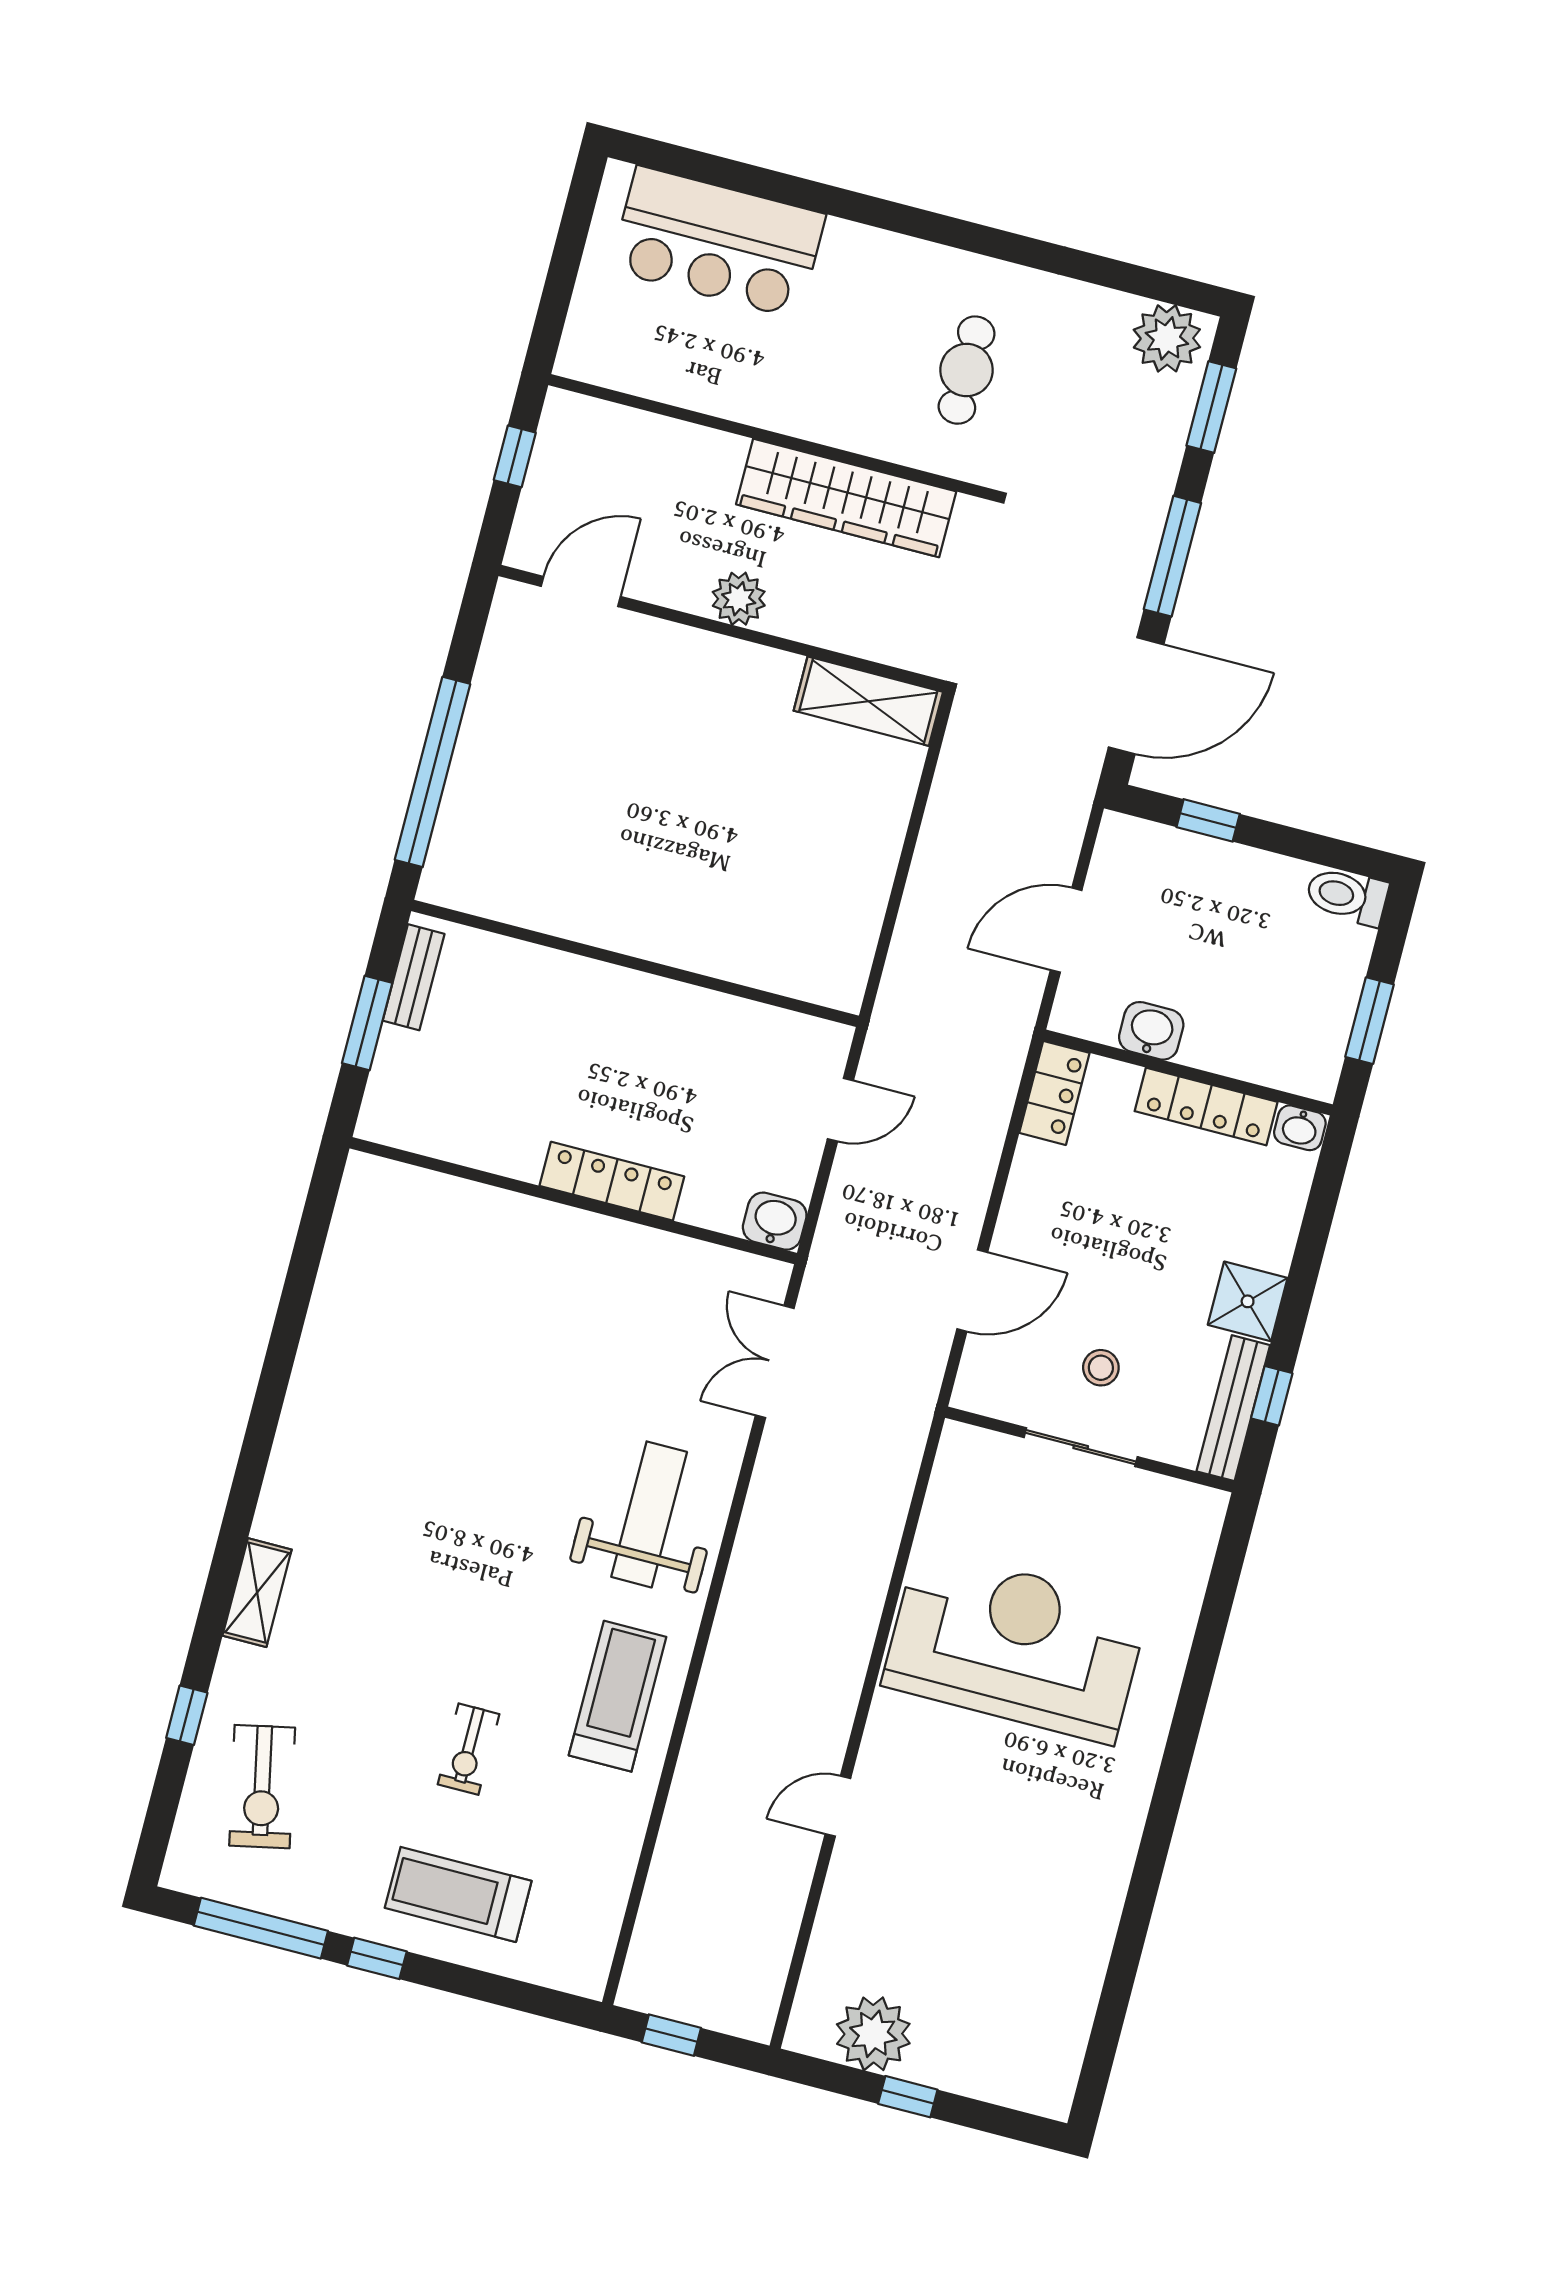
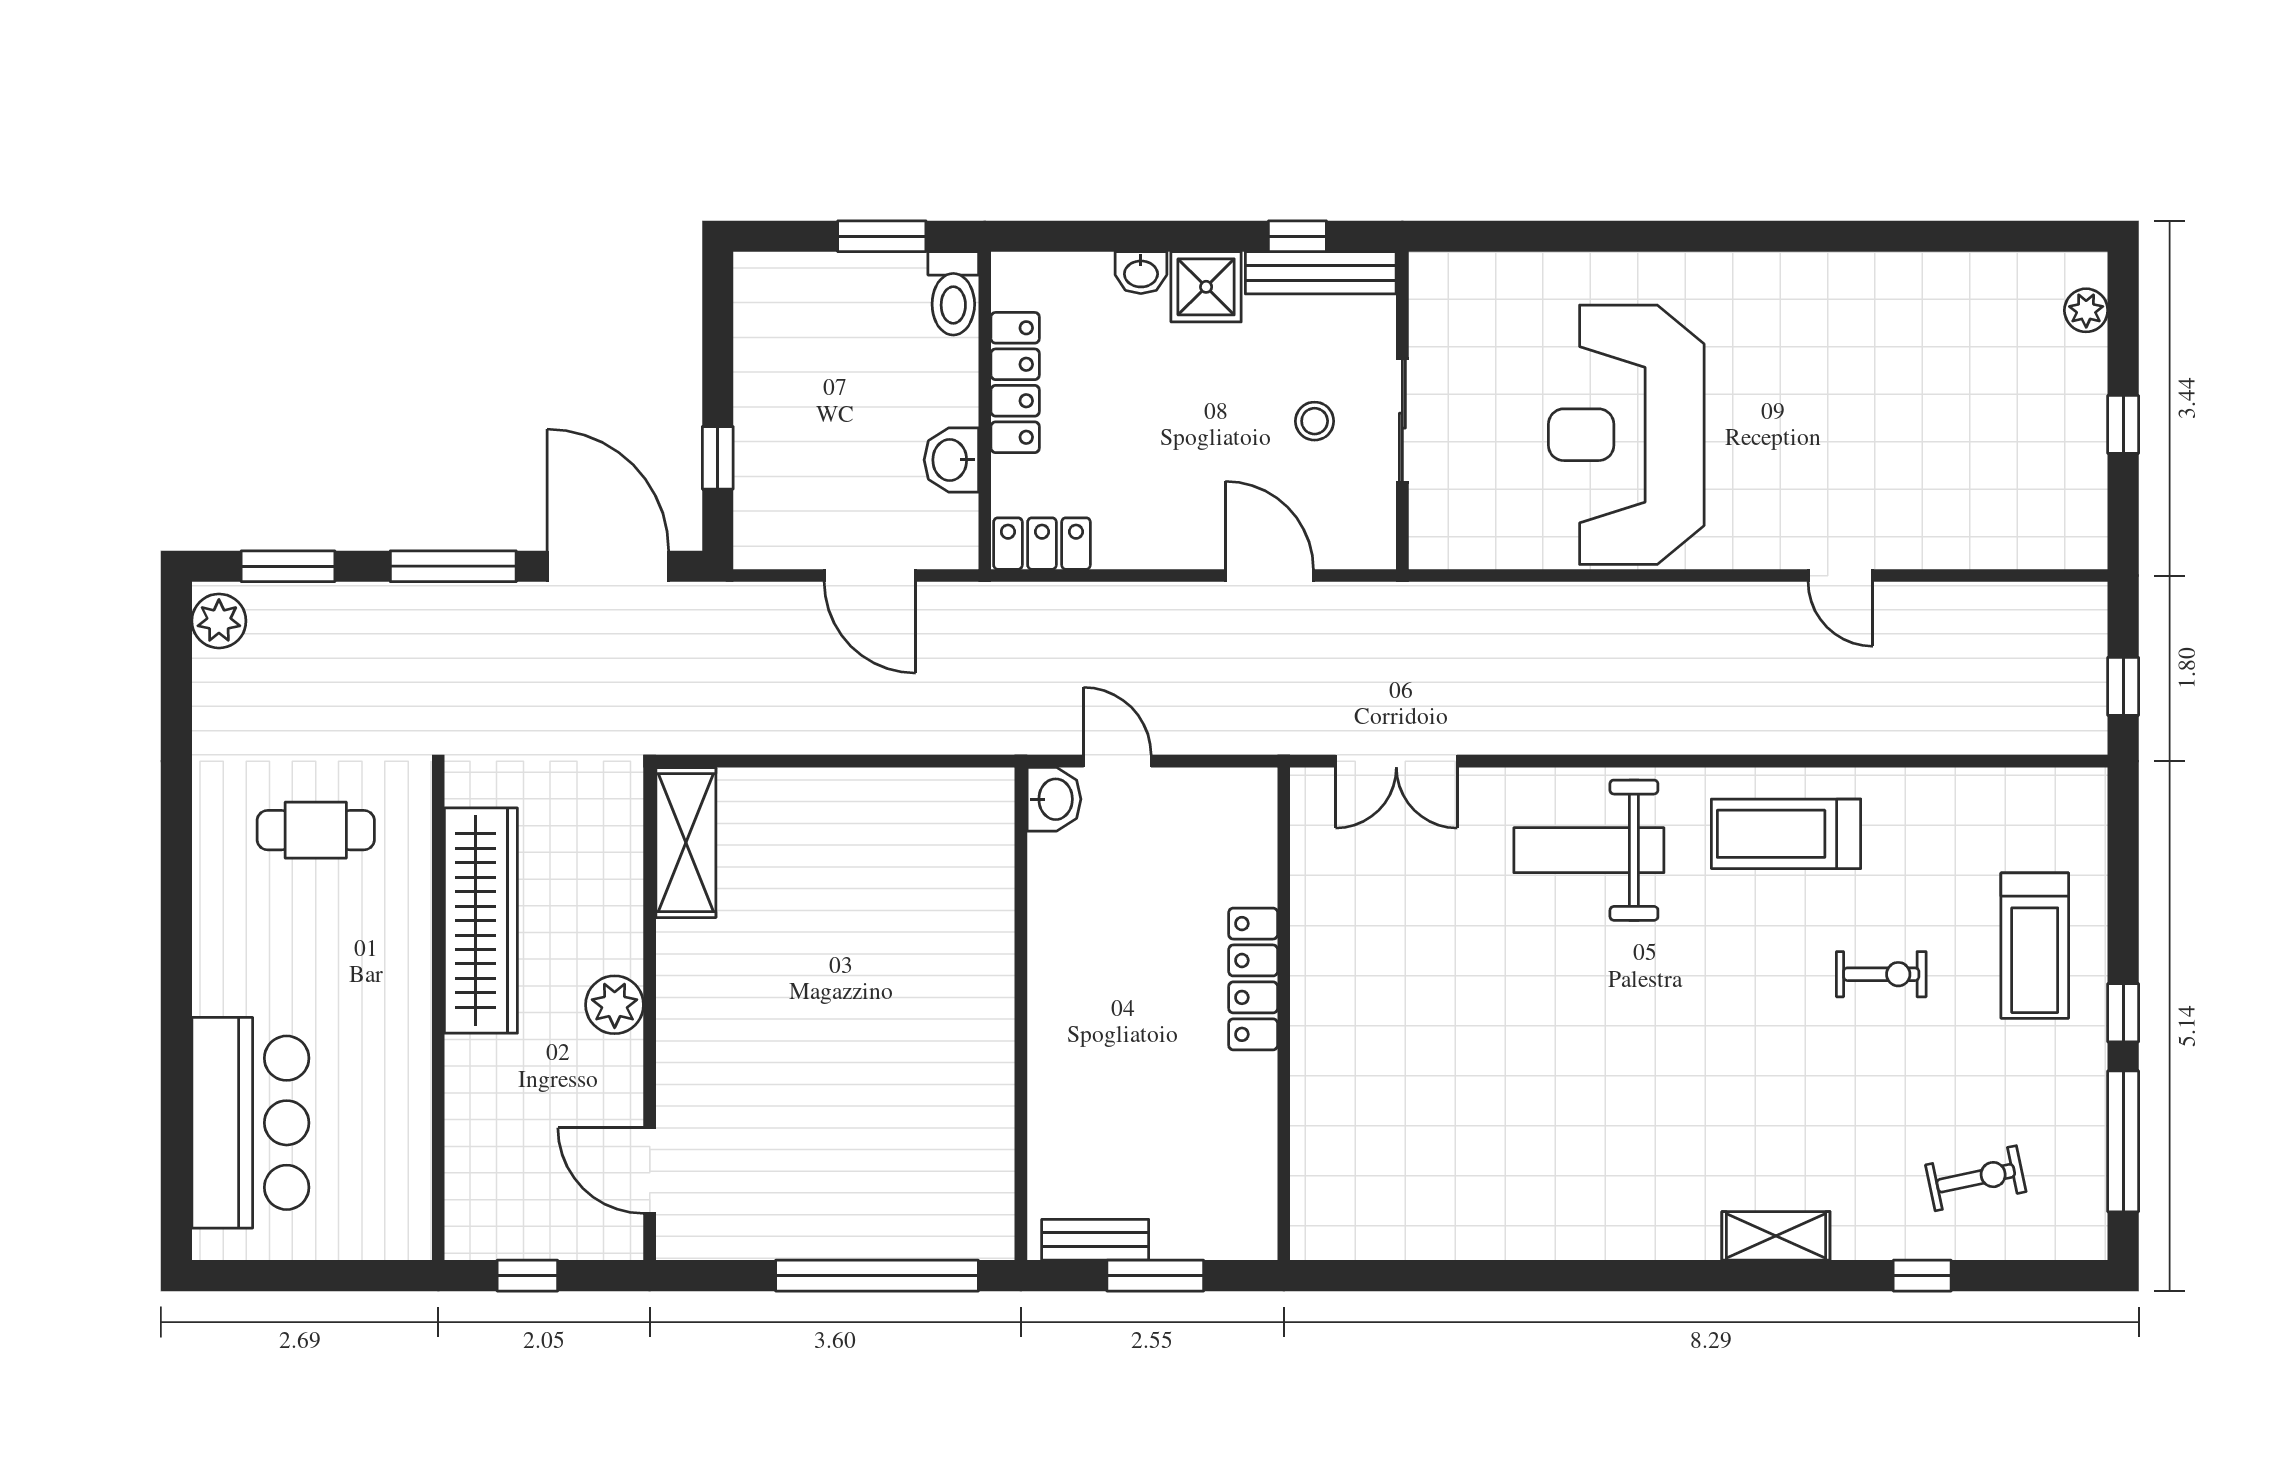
plant: (1167, 338) -> (219, 621), width x0.73, depth x0.73
toilet: (1347, 896) -> (953, 293), moved
washbasin: (1300, 1128) -> (1141, 273), moved, turned 90
washbasin: (775, 1221) -> (1054, 799), moved, turned 180
exercise bike: (262, 1787) -> (1976, 1178), width x0.73, depth x0.72
plant: (873, 2034) -> (2086, 310), moved, width x0.53, depth x0.53

